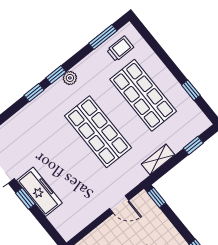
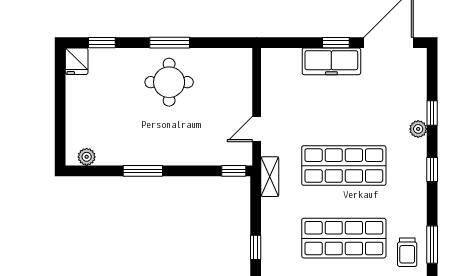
plant: (70, 78) -> (418, 129), moved
window: (34, 93) -> (432, 113), moved
shelving: (158, 159) -> (270, 177), moved

